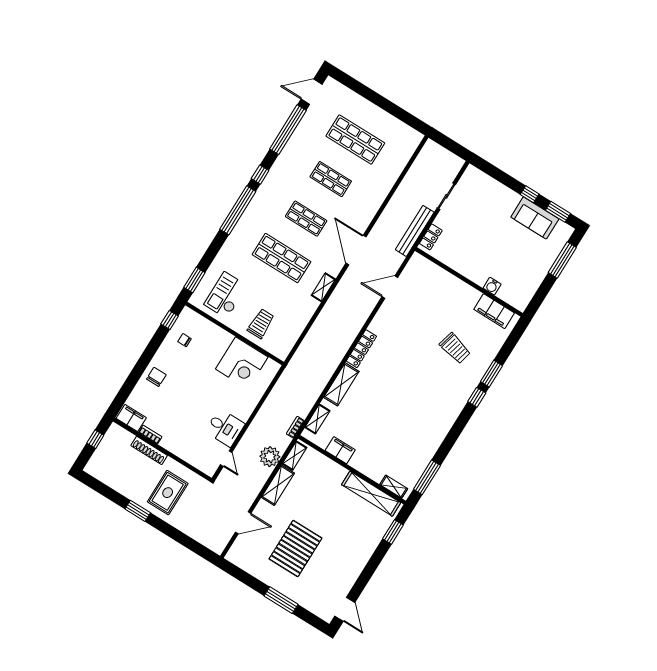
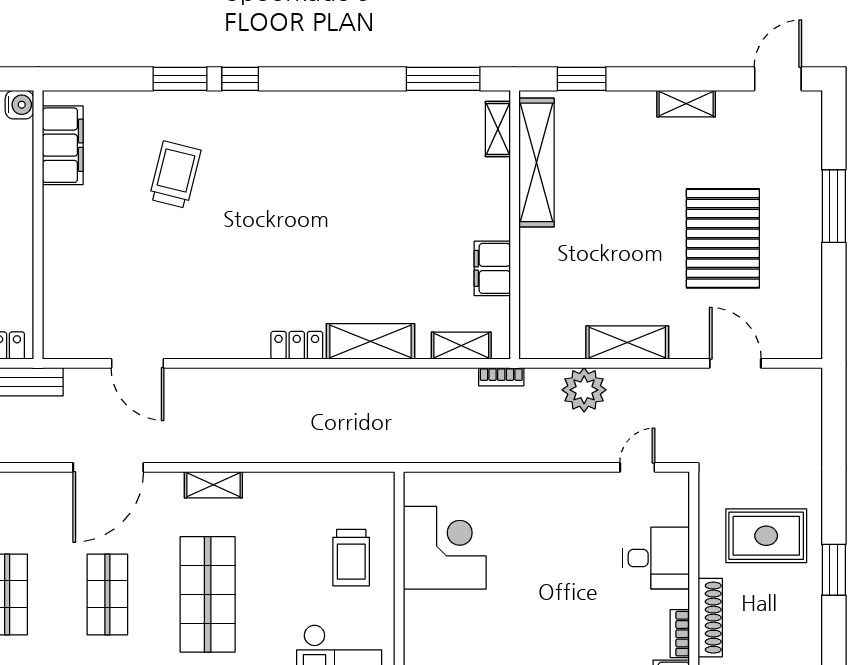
water cooler: (492, 286) -> (19, 105), moved
trolley: (261, 324) -> (351, 558), turned -90
locker: (361, 349) -> (297, 345), width x0.66
desk: (225, 428) -> (656, 558), moved, turned 90
shelving: (294, 456) -> (686, 104), moved
pallet: (295, 548) -> (723, 238), turned 90

